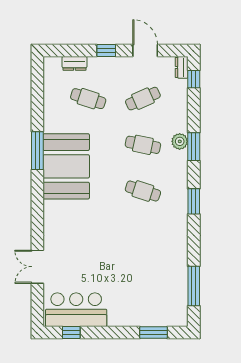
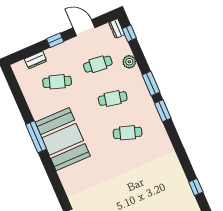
cafe table: (143, 99) -> (98, 64), turned 30
plant: (180, 141) -> (129, 62), moved
window: (194, 201) -> (163, 111), moved
window: (194, 286) -> (196, 187), width x0.46

